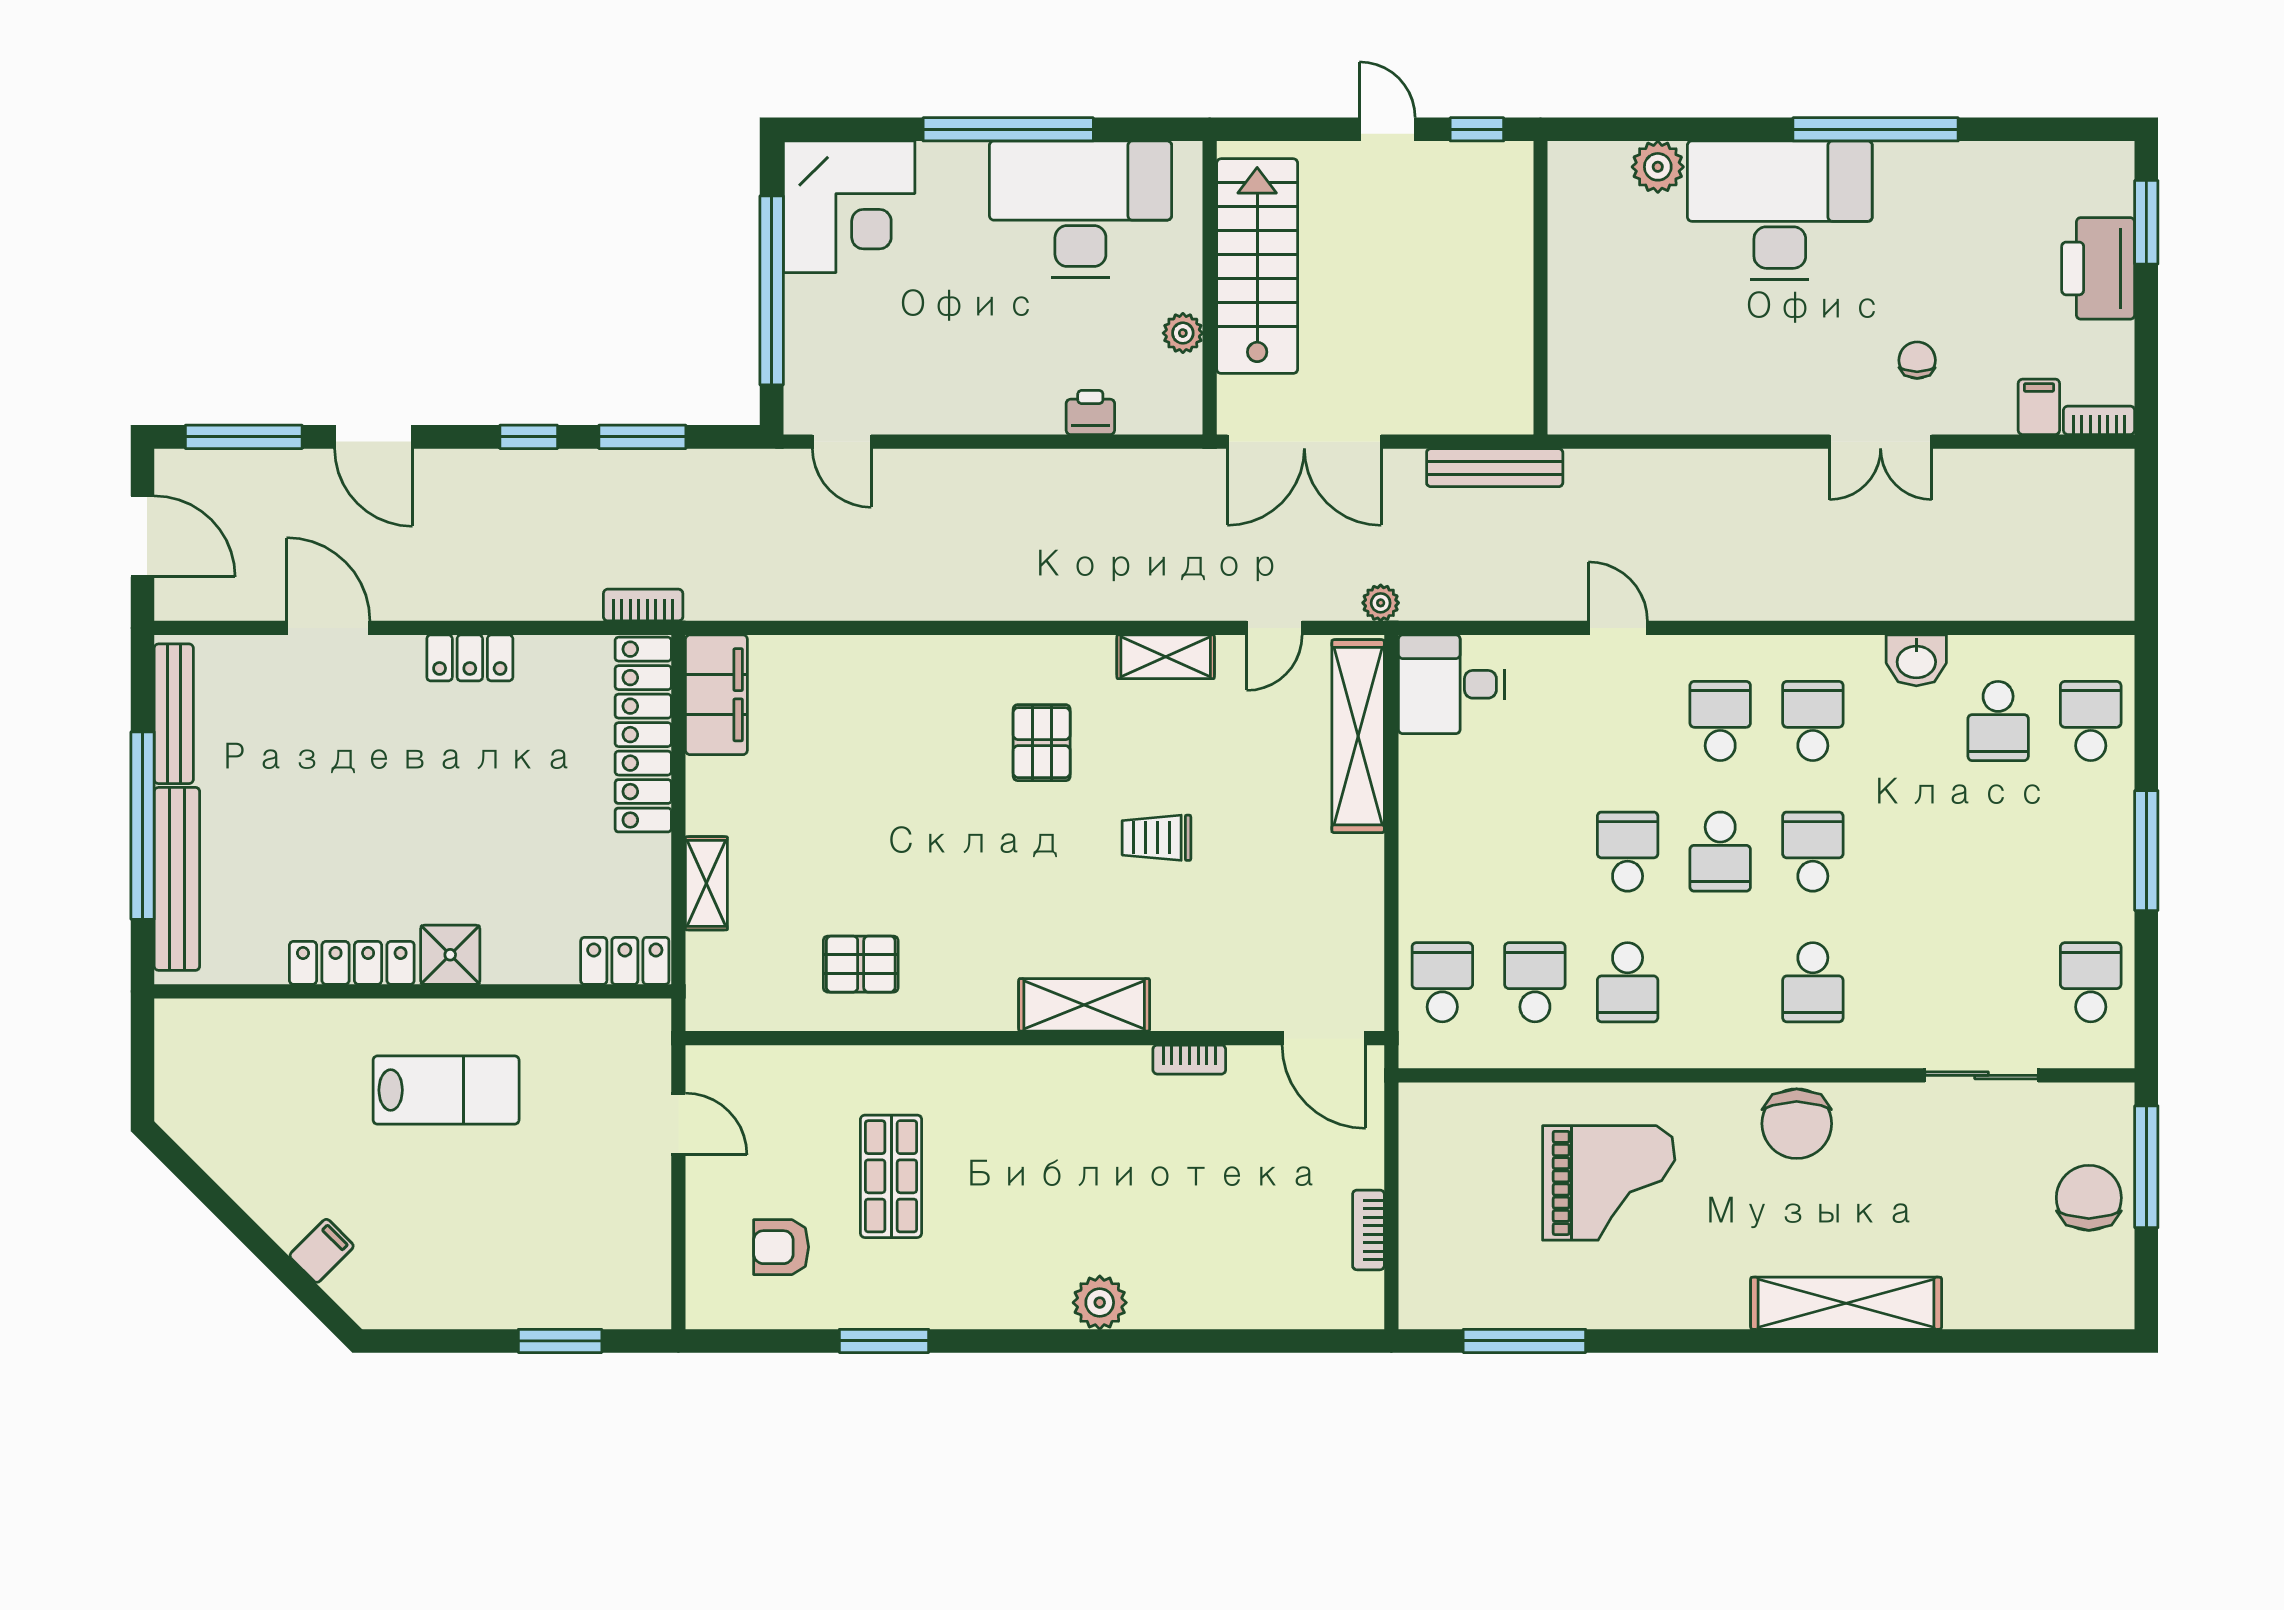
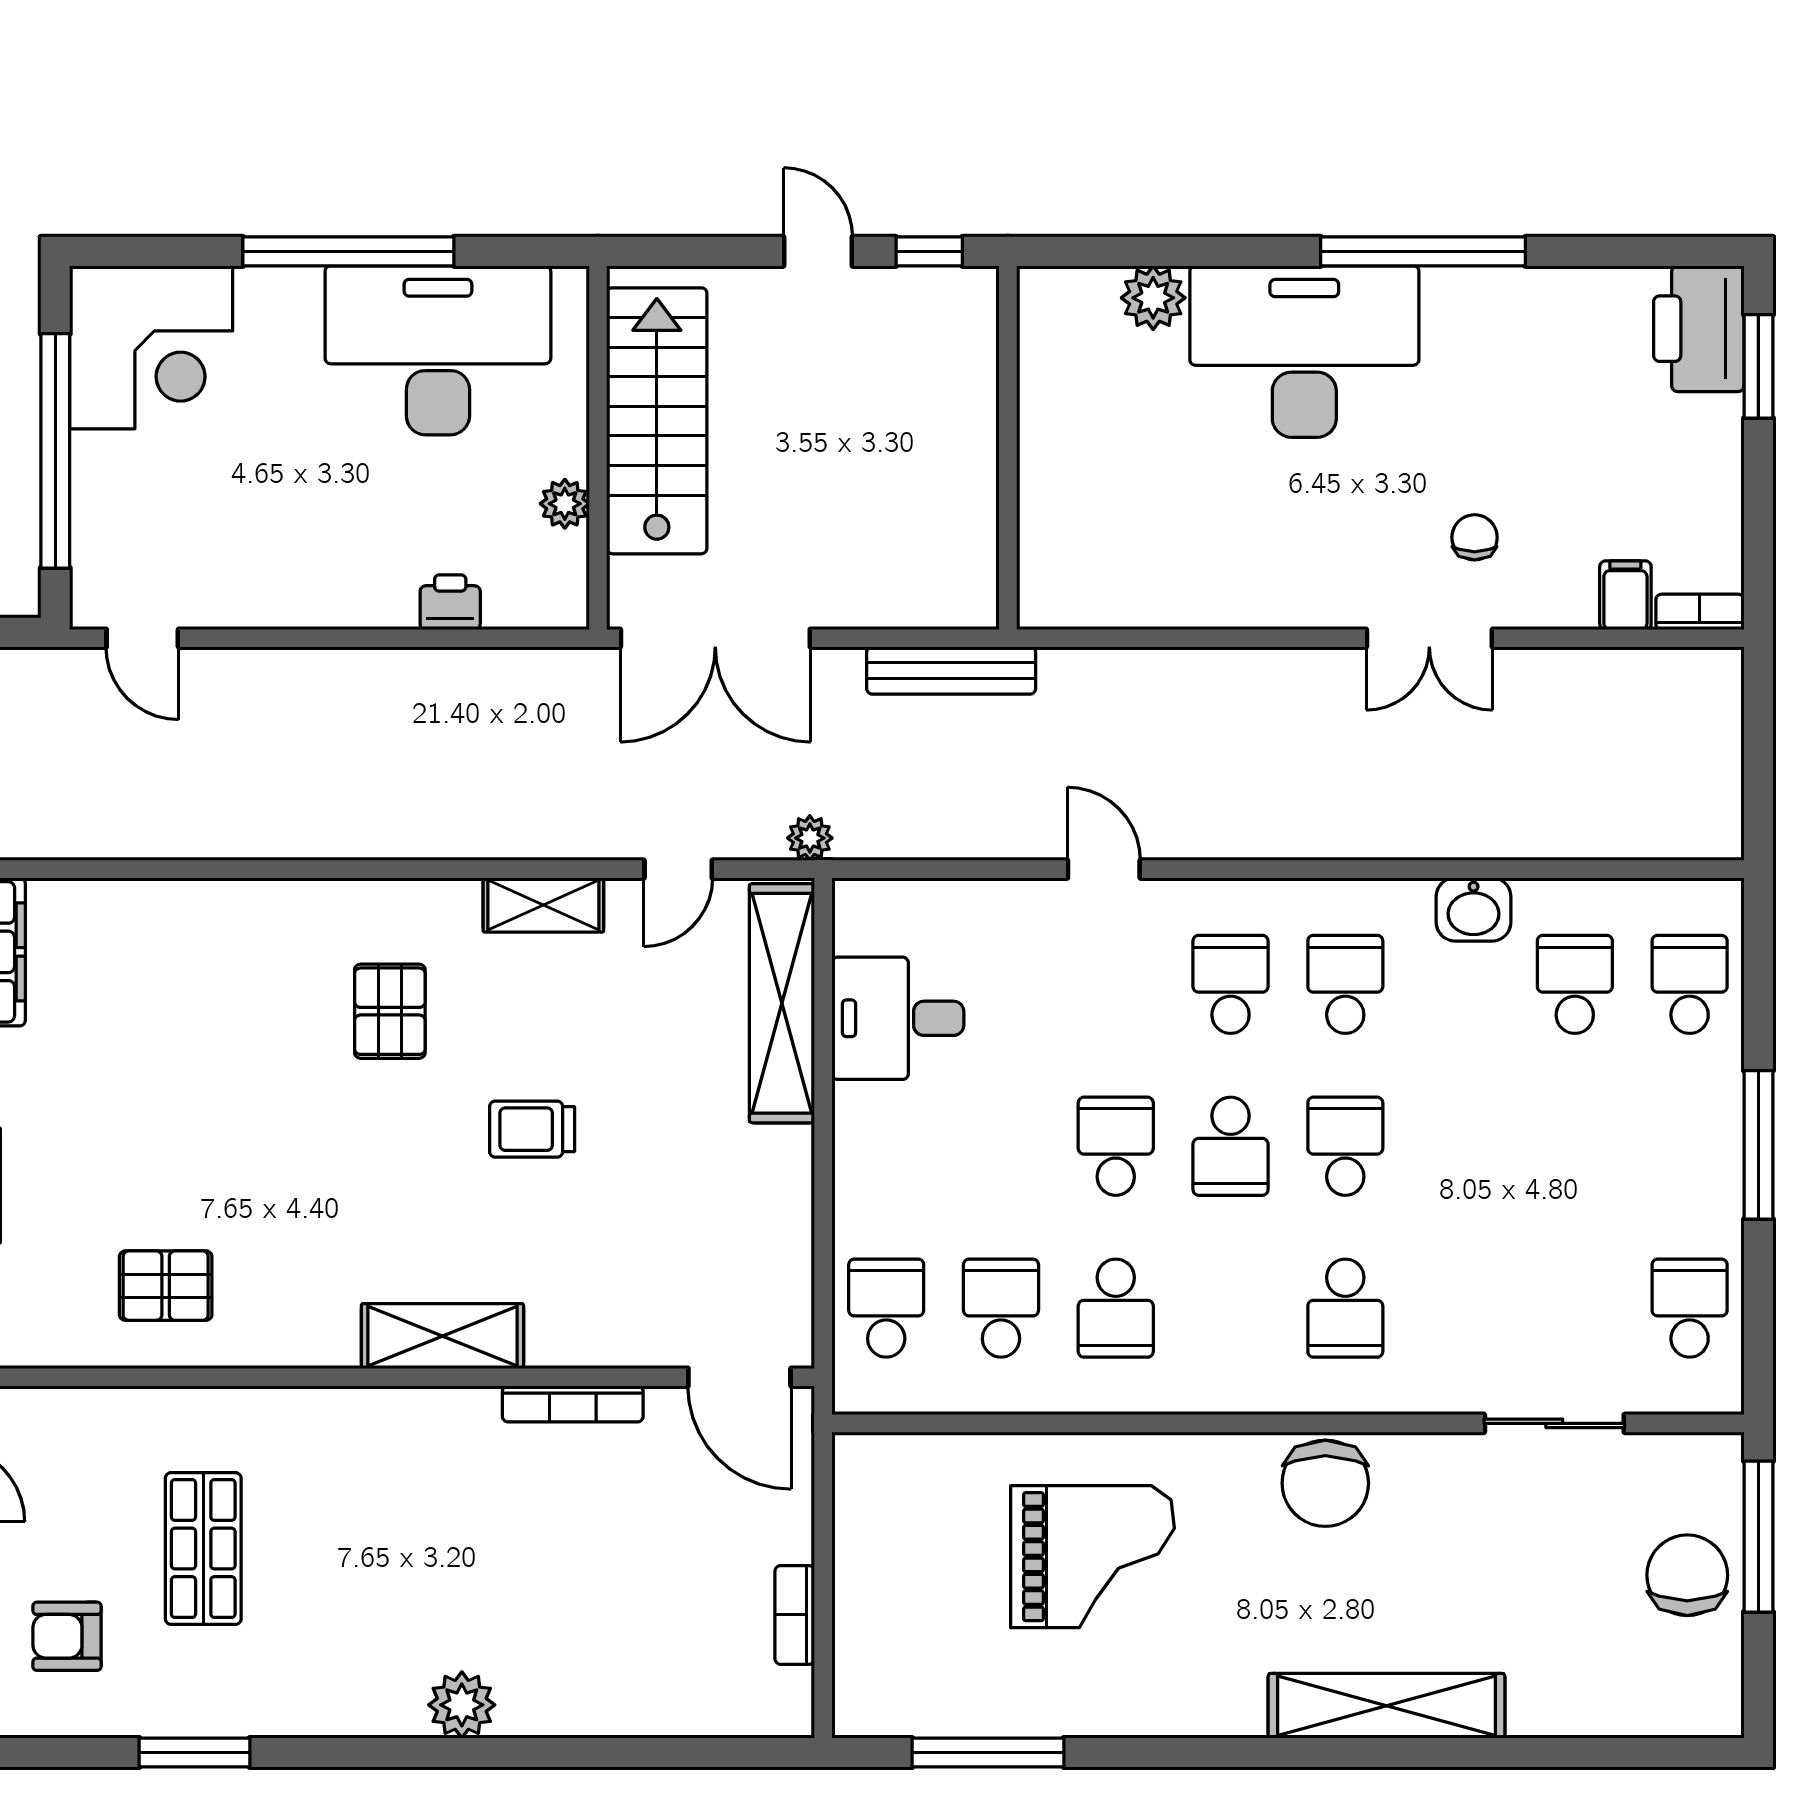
printer: (2098, 268) -> (1699, 329), moved
desk: (1452, 684) -> (898, 1018), moved
school desk: (1998, 721) -> (1575, 984), turned 180
bookcase: (1189, 1060) -> (573, 1404), width x1.56

